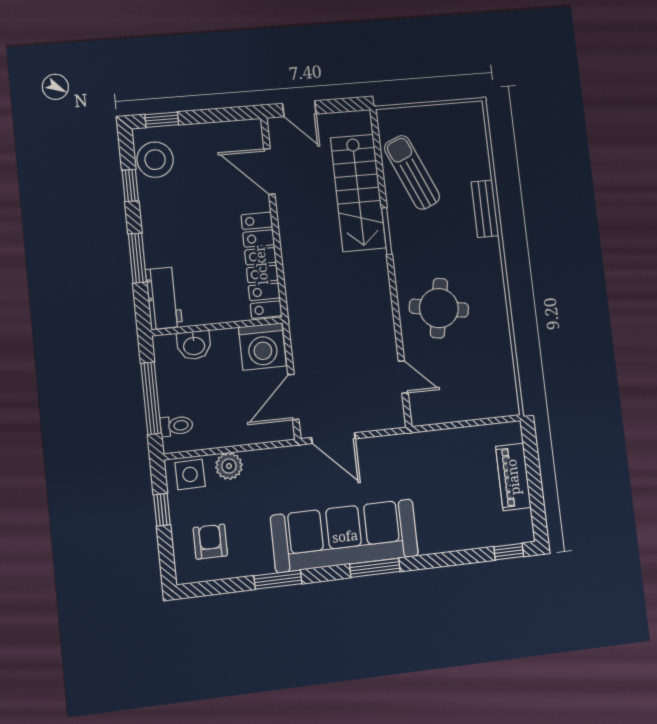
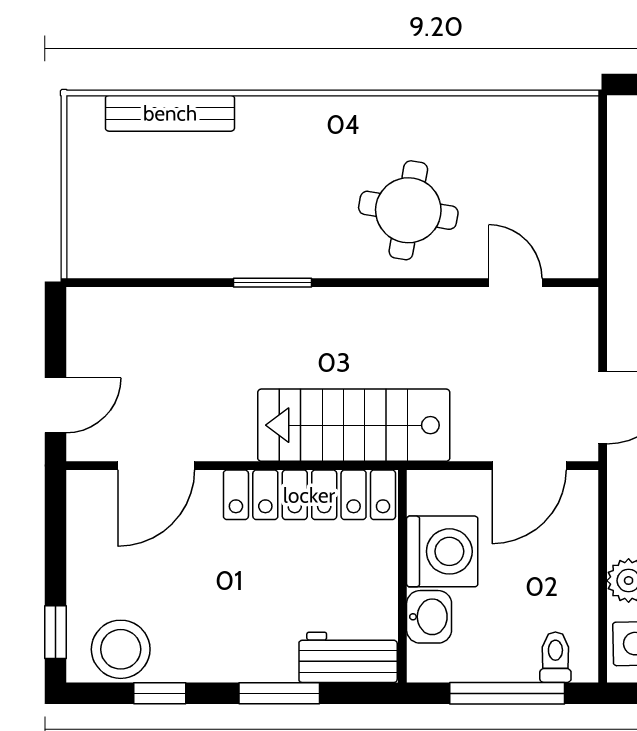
sun lounger: (412, 172) -> (178, 229), removed
stairs: (358, 193) -> (354, 425), moved, turned 180
bench: (485, 209) -> (170, 113), moved, width x1.36
washing machine: (262, 346) -> (442, 551), moved
door: (403, 377) -> (515, 283), hinge flipped
door: (293, 397) -> (529, 466), hinge flipped

